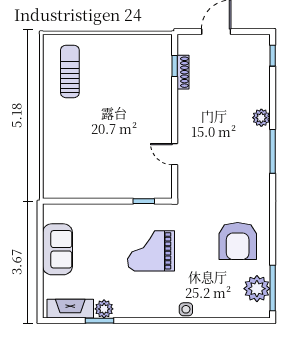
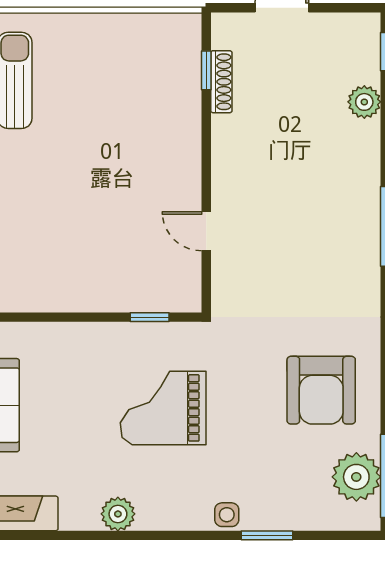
plant: (261, 118) -> (364, 102), moved
plant: (104, 309) -> (118, 514), moved
window: (100, 321) -> (267, 535), moved

